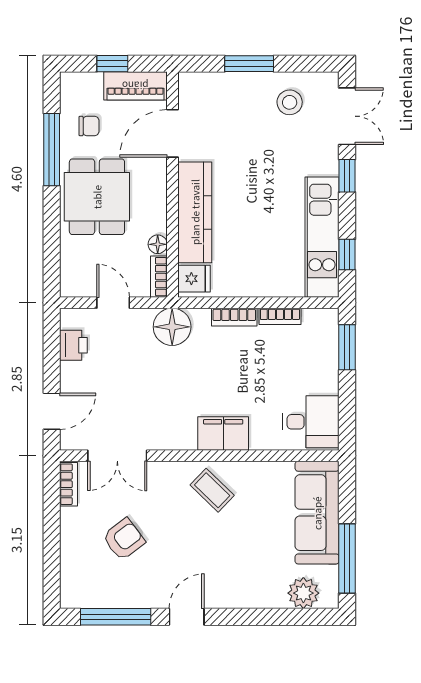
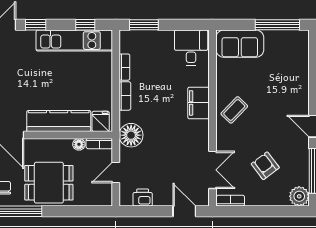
sofa: (317, 513) -> (240, 44), width x0.73
plant: (303, 593) -> (299, 196), moved

